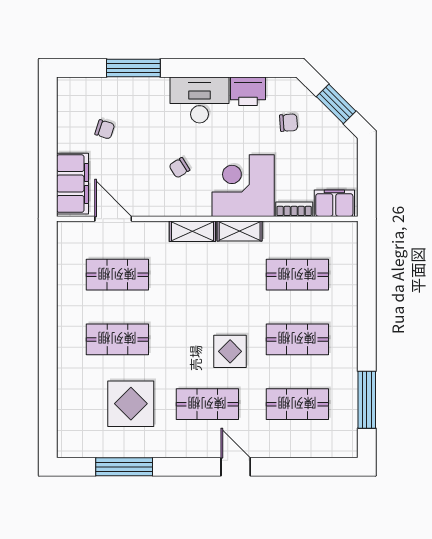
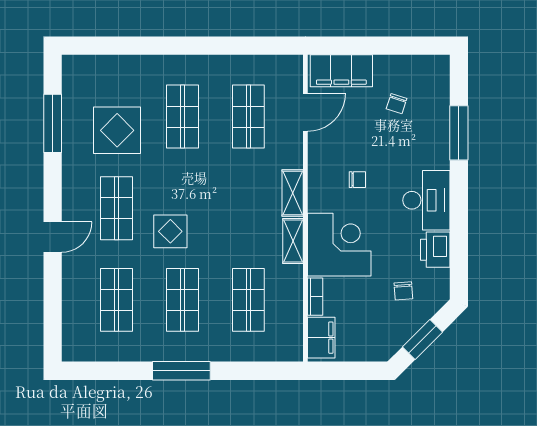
chair: (179, 168) -> (357, 180), turned 122
window: (367, 400) -> (181, 371), moved

